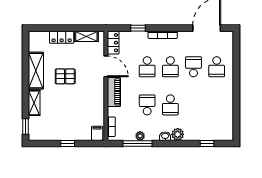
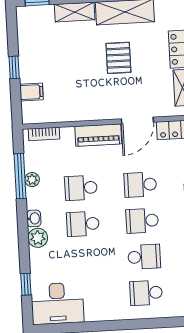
school desk: (147, 105) -> (81, 188), turned 180
desk: (220, 124) -> (57, 303), added
filing cabinet: (97, 133) -> (31, 92), moved

